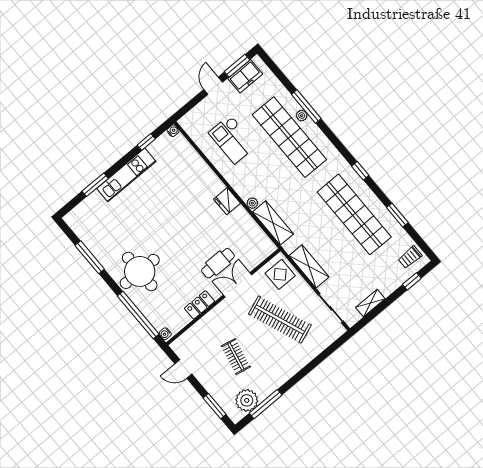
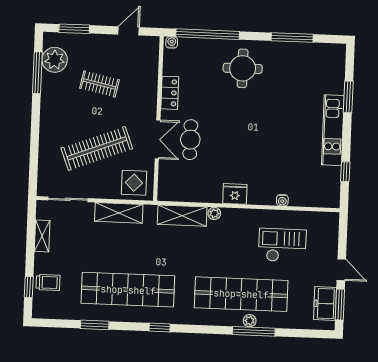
water cooler: (173, 131) -> (282, 200), moved
trolley: (410, 257) -> (48, 282), moved, turned 90
round table: (140, 271) -> (243, 68), width x0.73, depth x0.73

